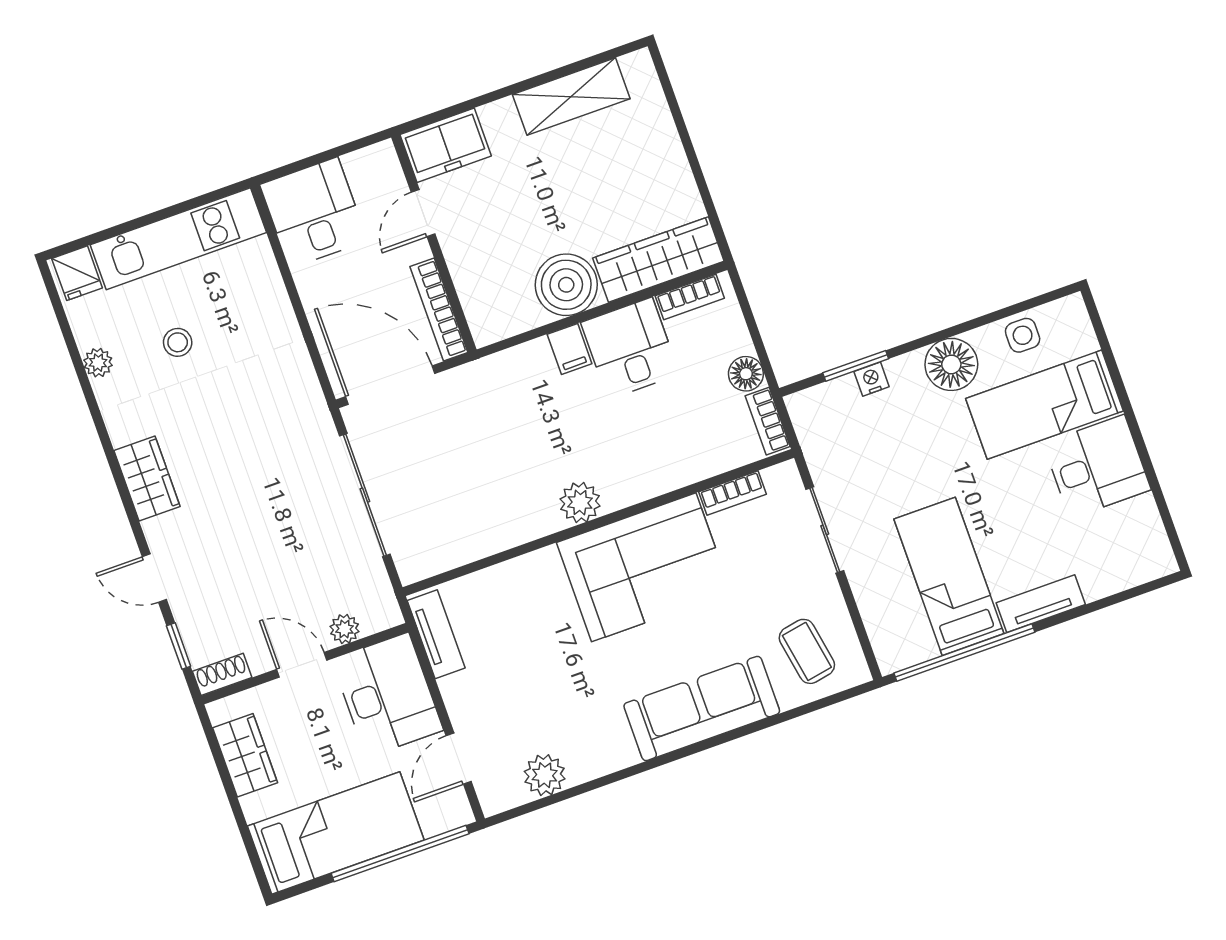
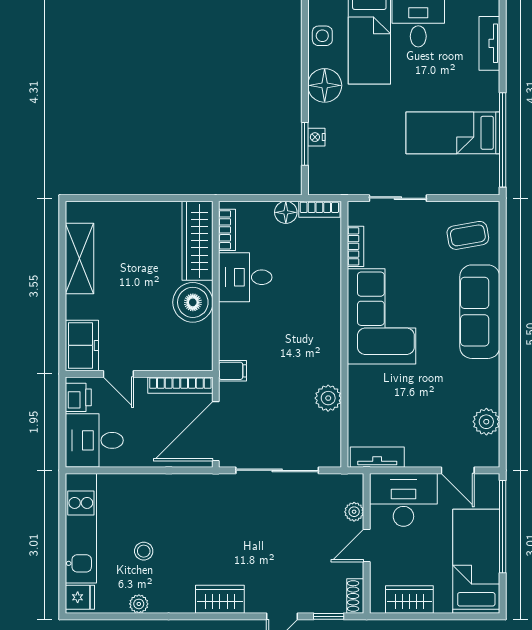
printer: (368, 167) -> (78, 397), added
filing cabinet: (570, 349) -> (233, 371), moved
plant: (580, 502) -> (328, 398), moved
tv unit: (1041, 604) -> (489, 43), moved

